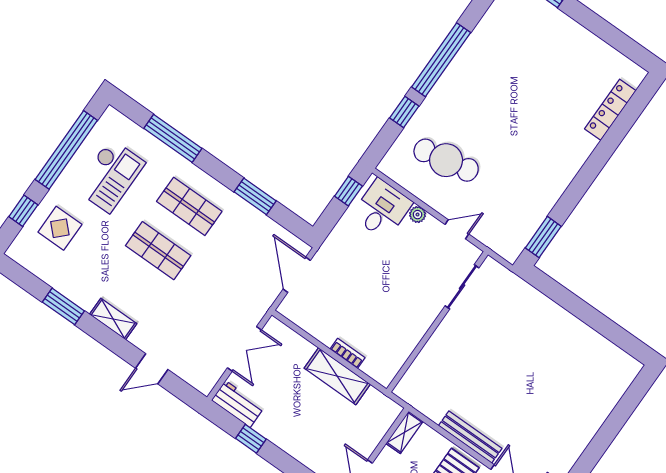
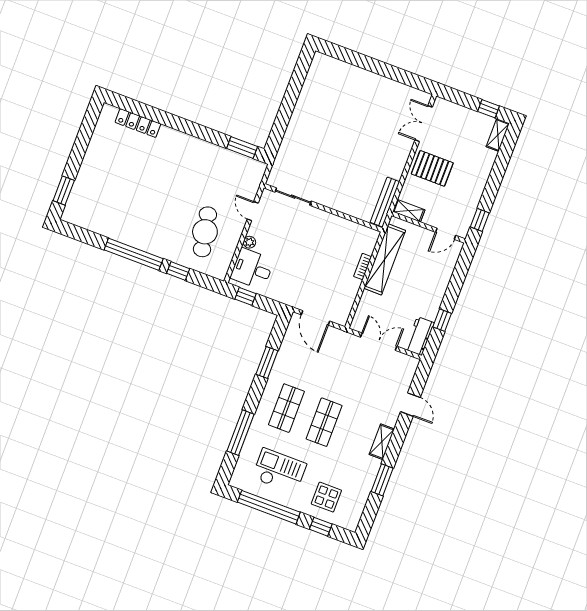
door: (297, 275) -> (315, 318), hinge flipped
shelving: (337, 376) -> (385, 259), width x1.47
bench: (470, 437) -> (385, 202), moved

